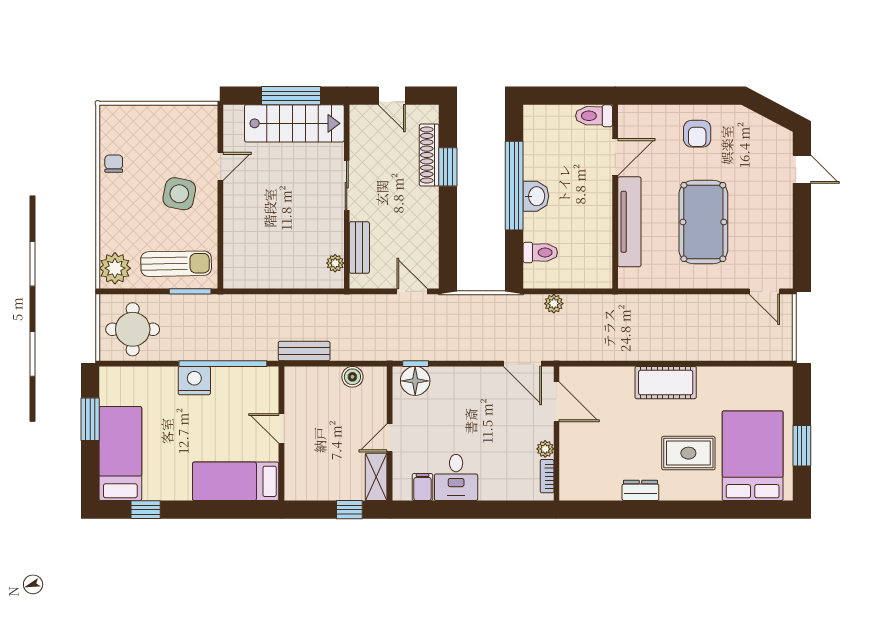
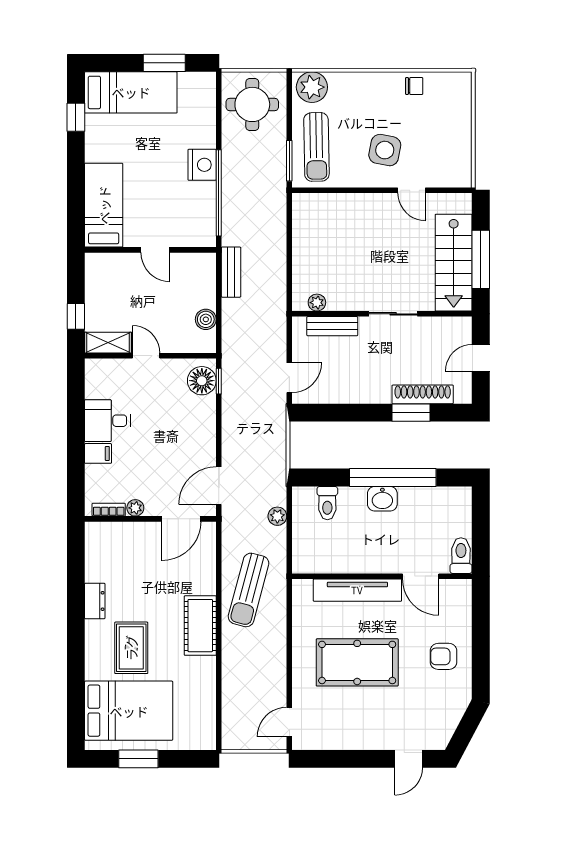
sun lounger: (629, 333) -> (249, 590), added
door: (281, 428) -> (155, 250), swing flipped
filing cabinet: (422, 487) -> (98, 453), moved

